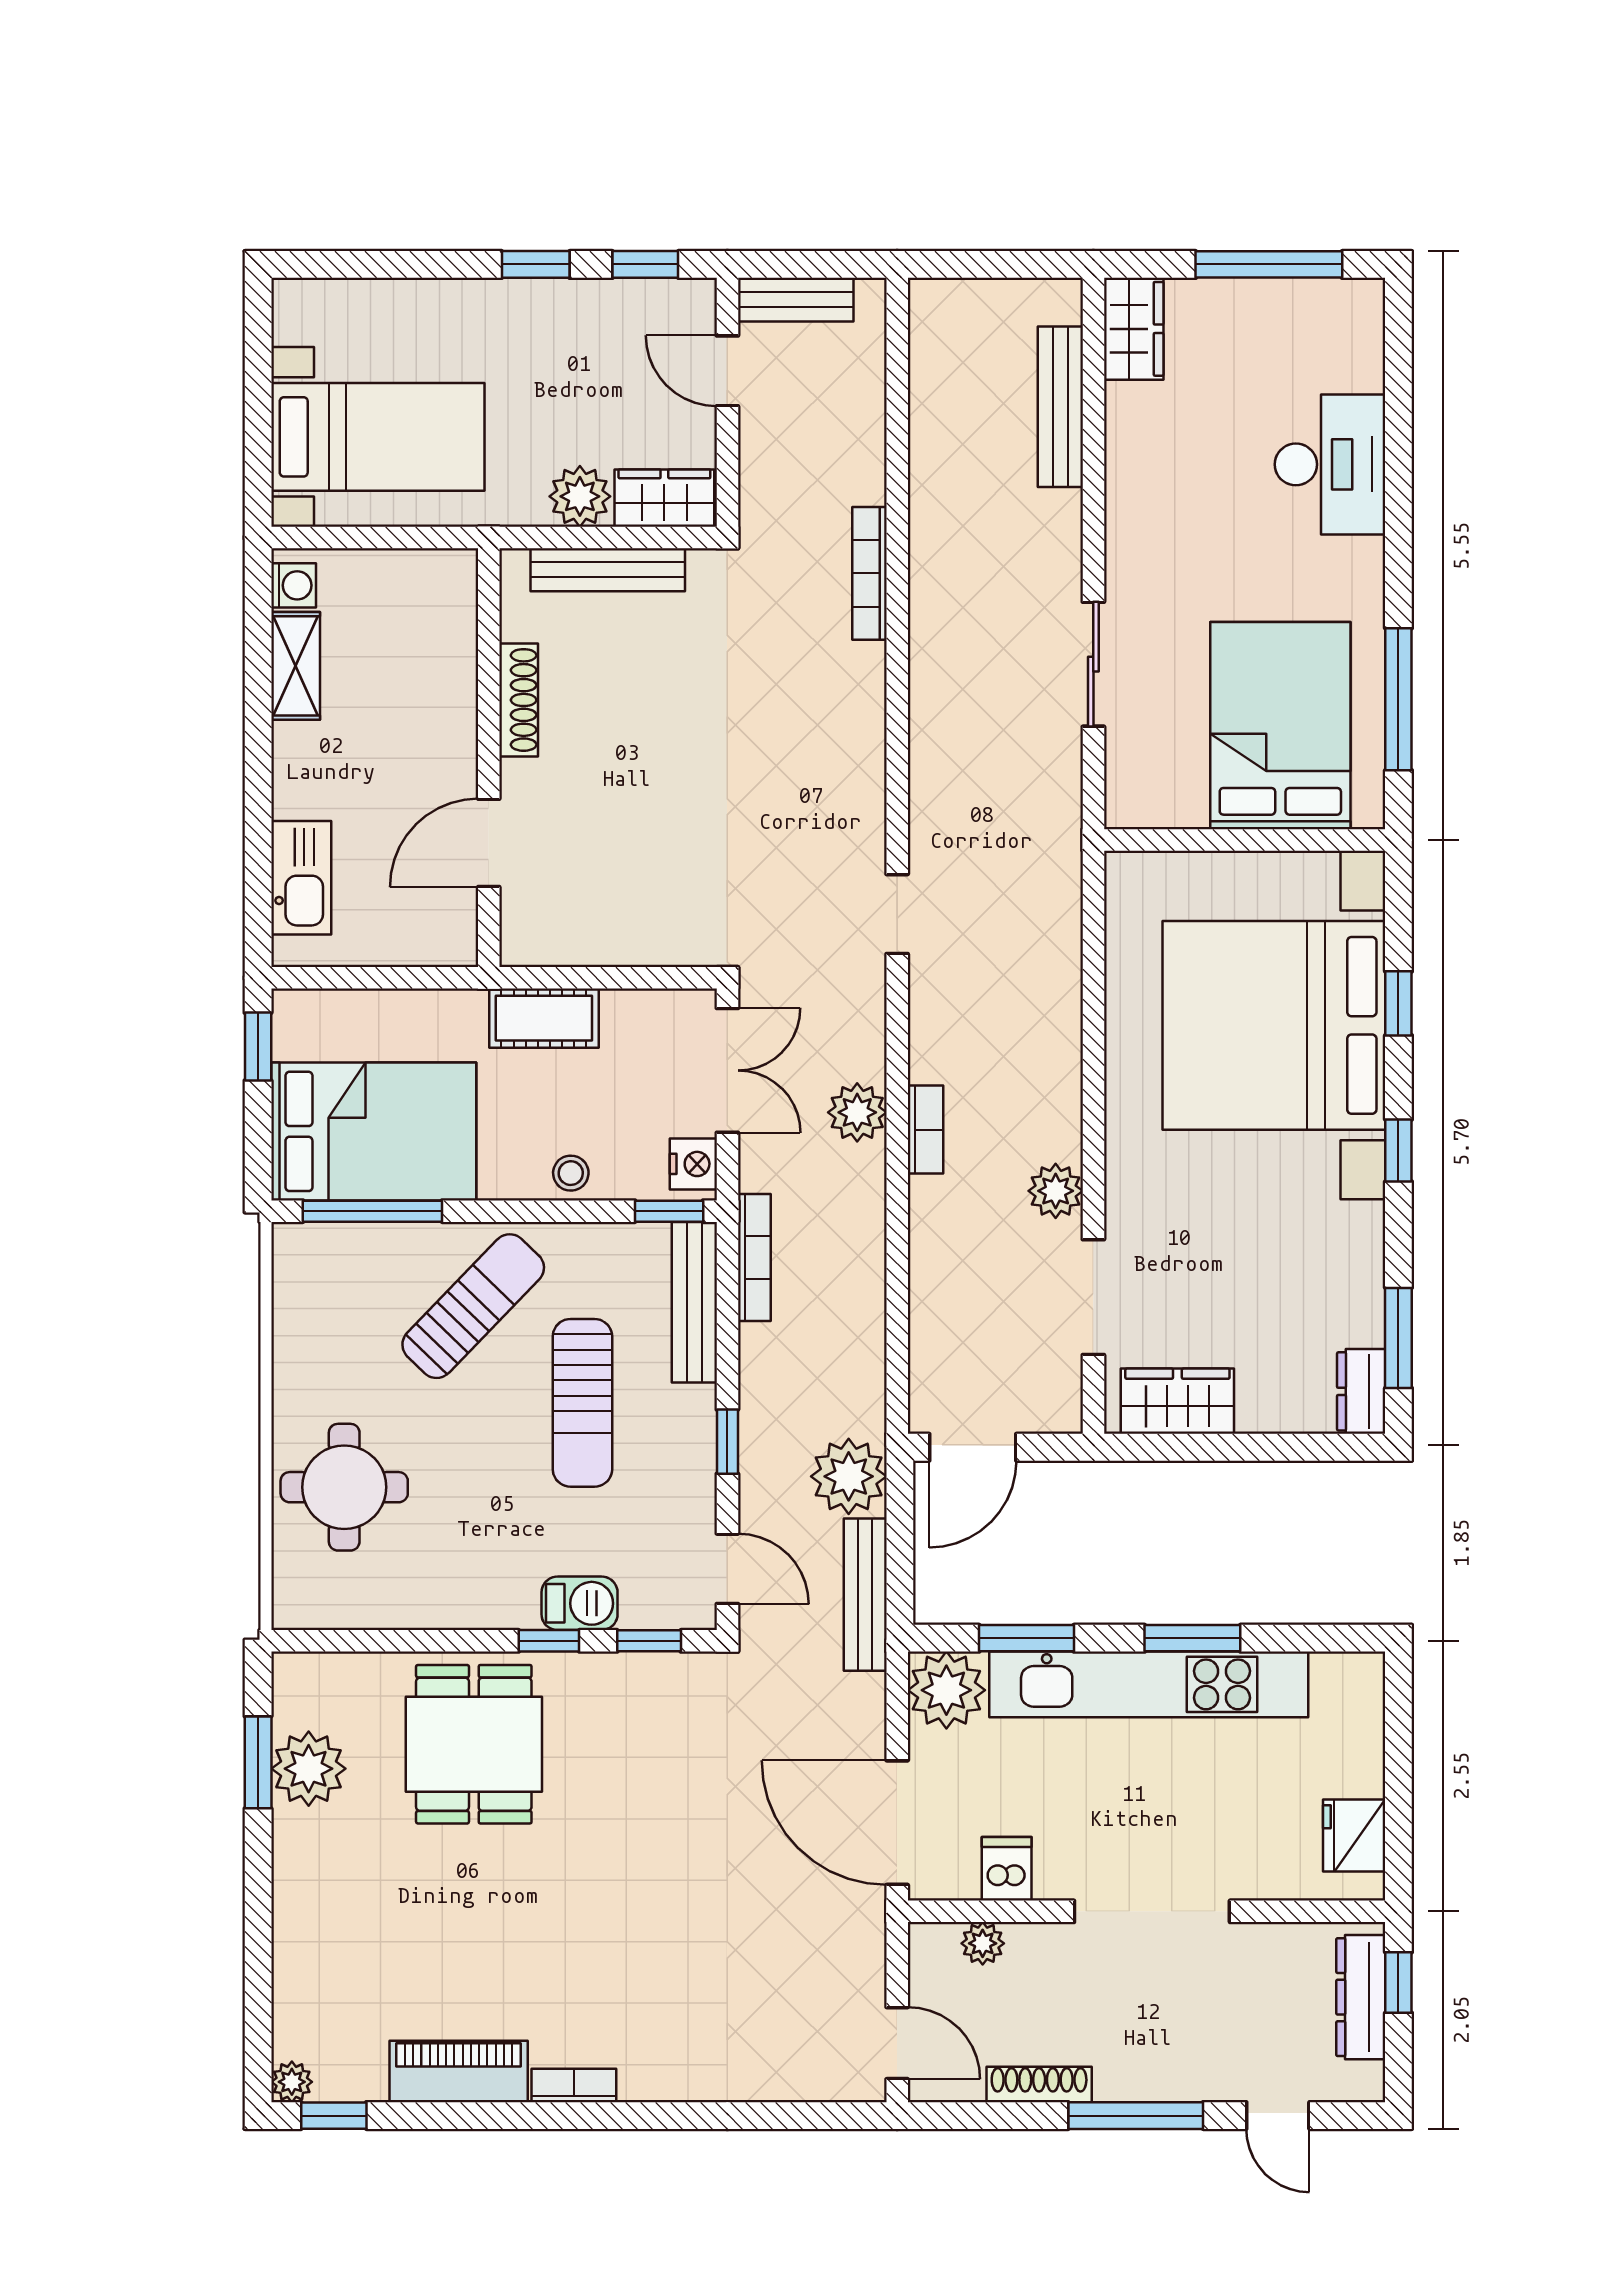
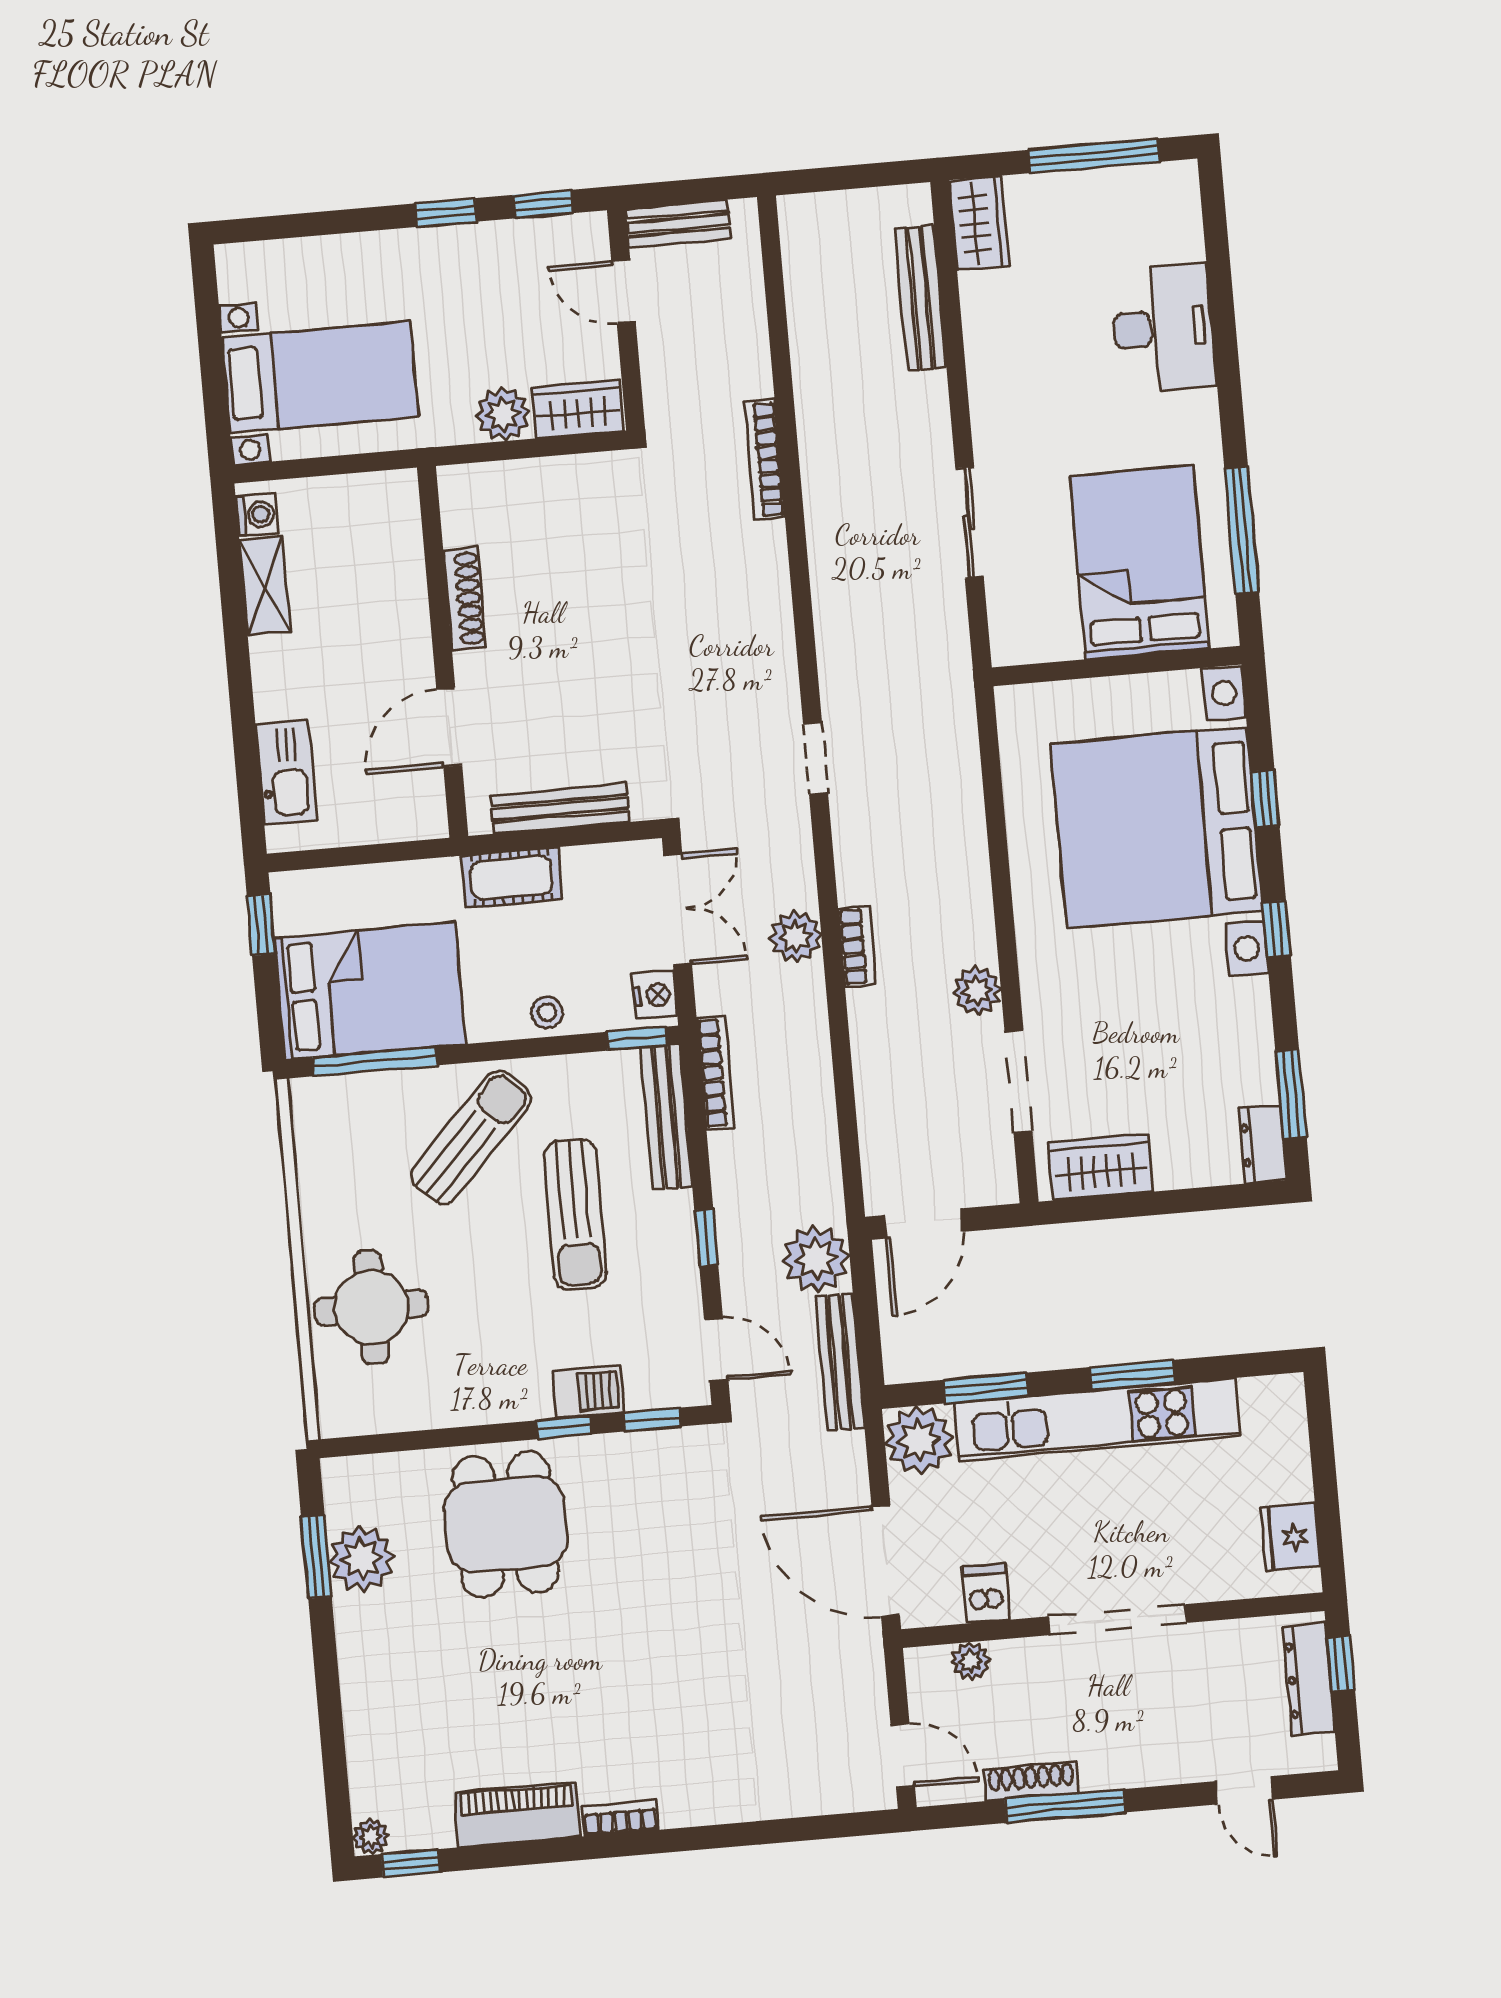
bench: (608, 570) -> (560, 809), moved
window: (1136, 2116) -> (1065, 1806), moved

